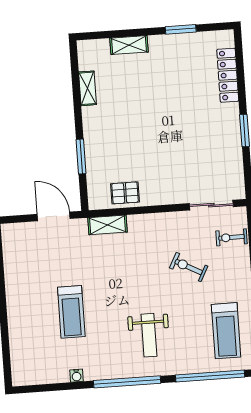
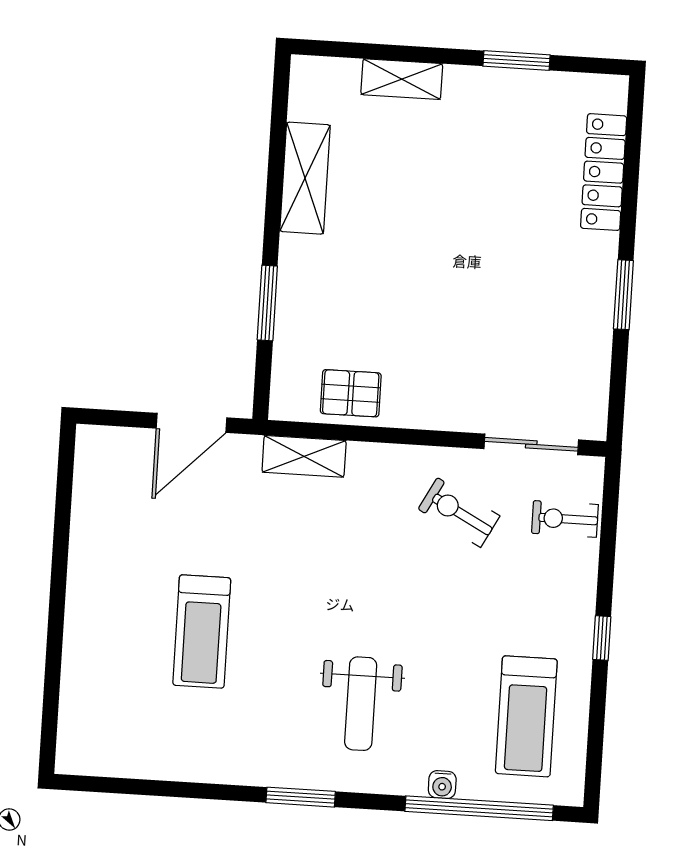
shelving: (87, 88) -> (305, 178), width x1.50, depth x1.33
door: (54, 216) -> (192, 423), swing flipped
exercise bike: (189, 267) -> (459, 513), moved
water cooler: (76, 376) -> (442, 785), moved
window: (127, 382) -> (301, 797), width x0.47

